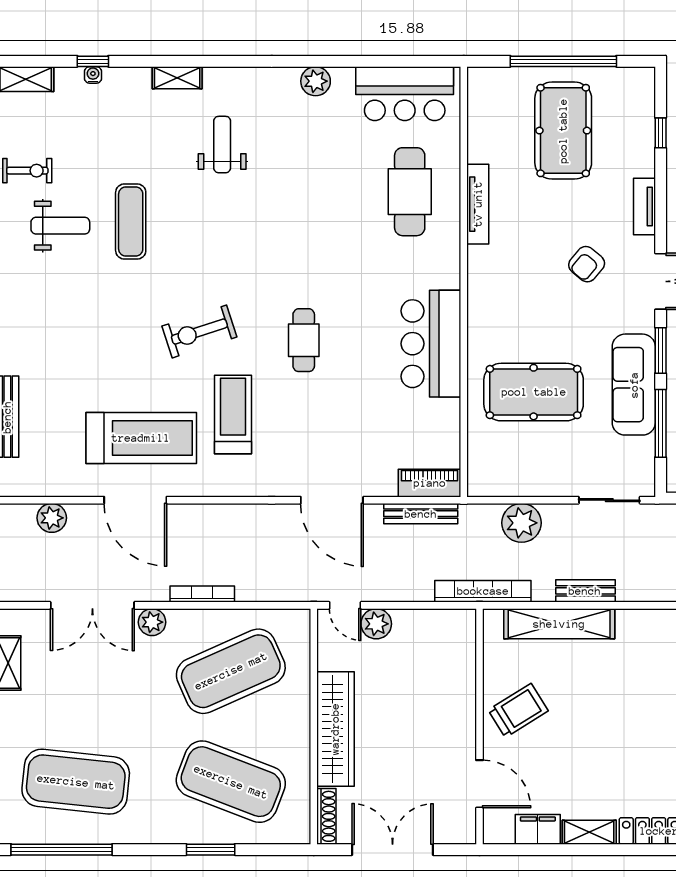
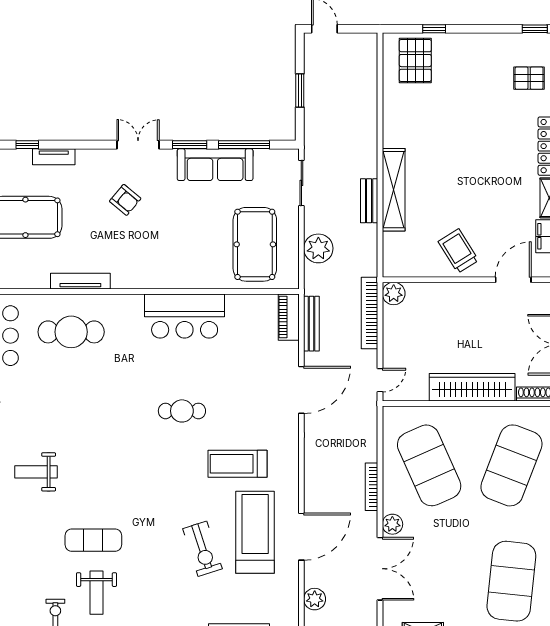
tv unit: (644, 206) -> (54, 157), moved
weight bench: (60, 226) -> (96, 593), turned 180
exercise bike: (199, 332) -> (202, 549), moved
pool table: (534, 392) -> (255, 244), moved
bookcase: (483, 591) -> (369, 313), moved
plant: (376, 624) -> (394, 293), moved
shelving: (559, 624) -> (394, 190), moved

